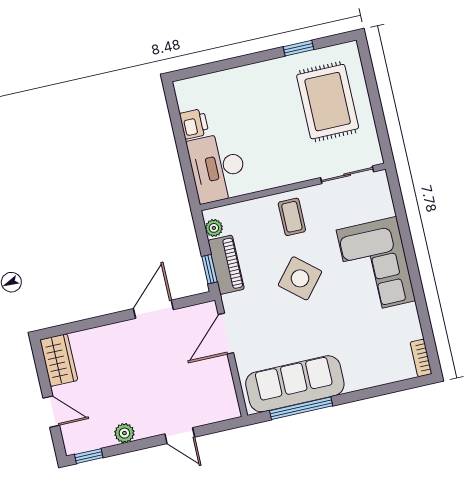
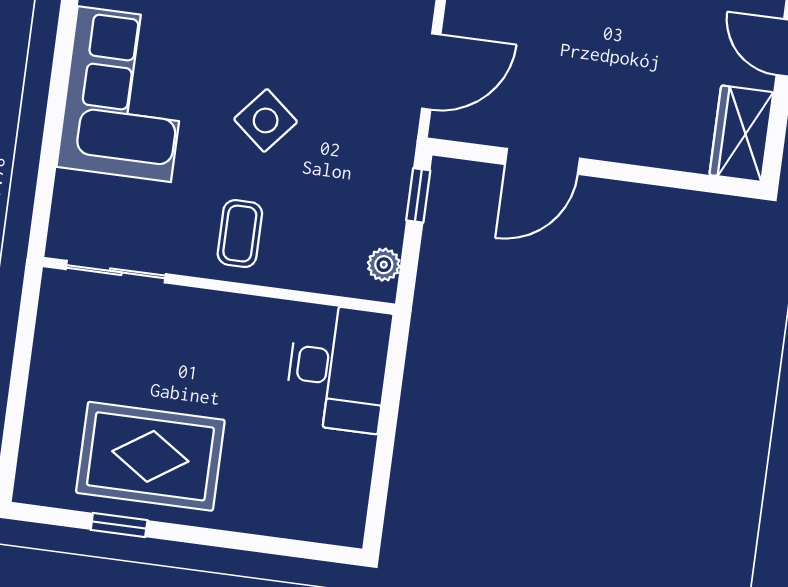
rug: (328, 102) -> (150, 456), moved, turned 90
printer: (194, 124) -> (351, 460), removed
piano: (226, 265) -> (386, 192), removed
side table: (300, 278) -> (266, 120), width x0.73, depth x0.73

